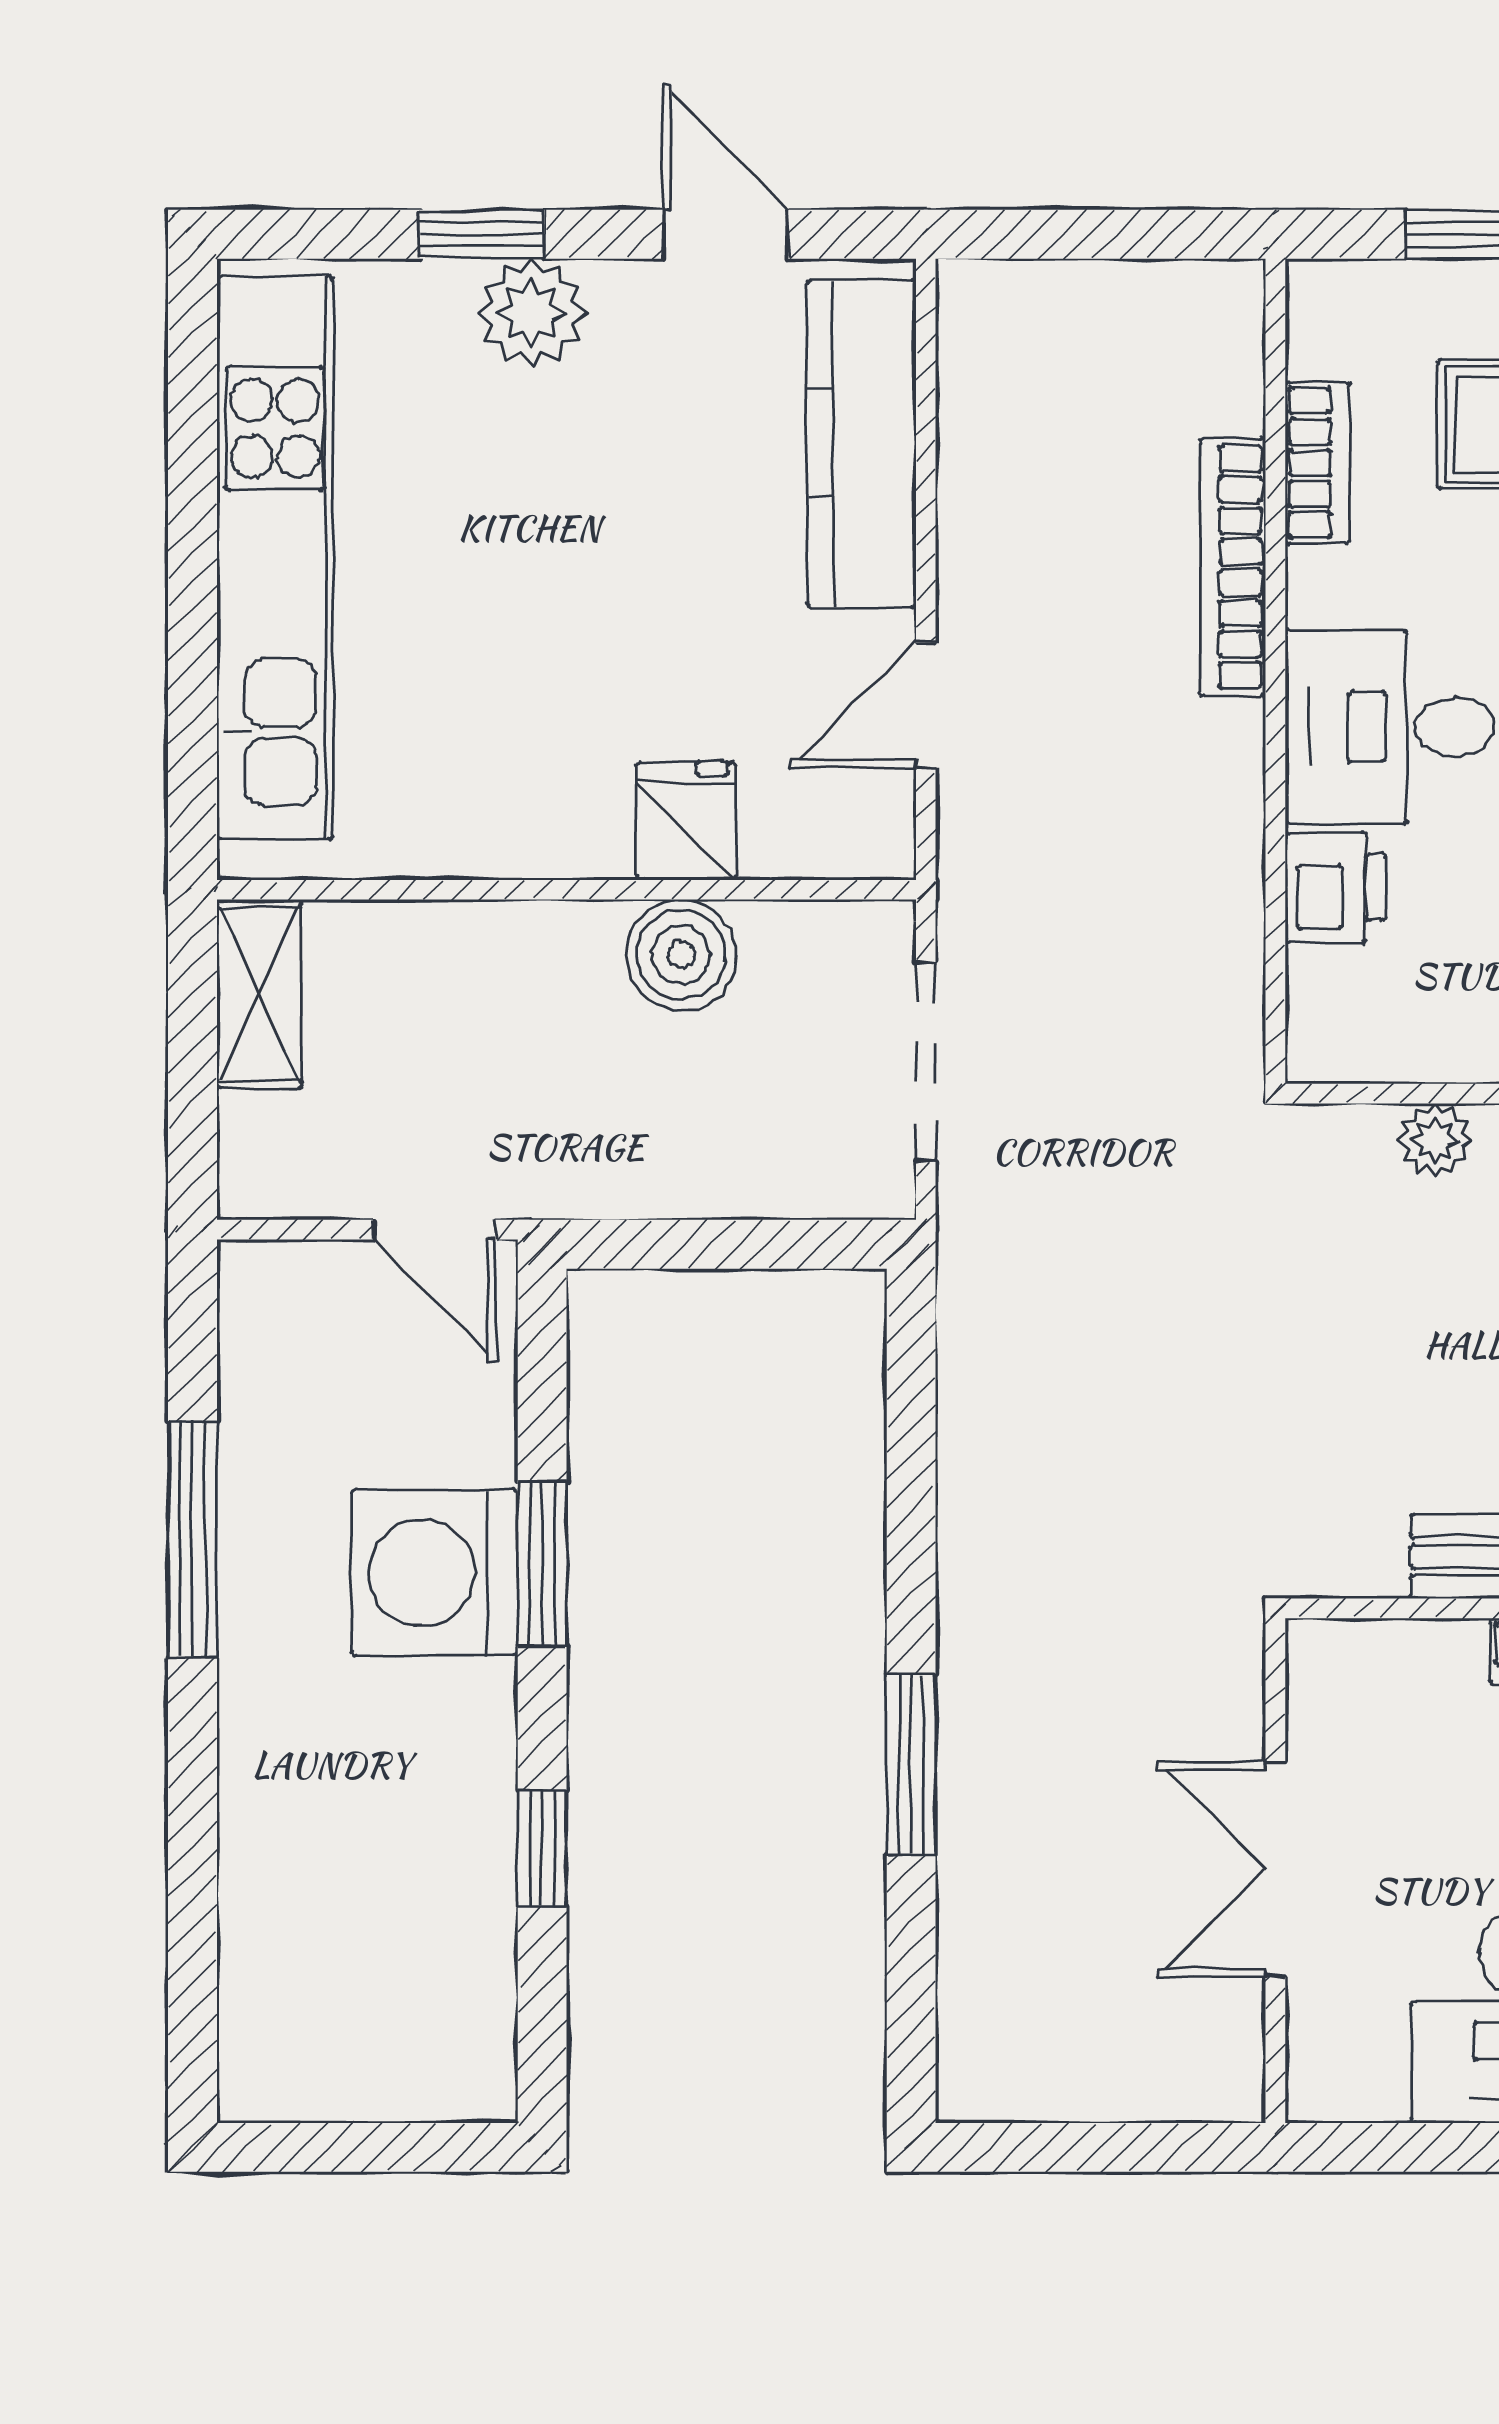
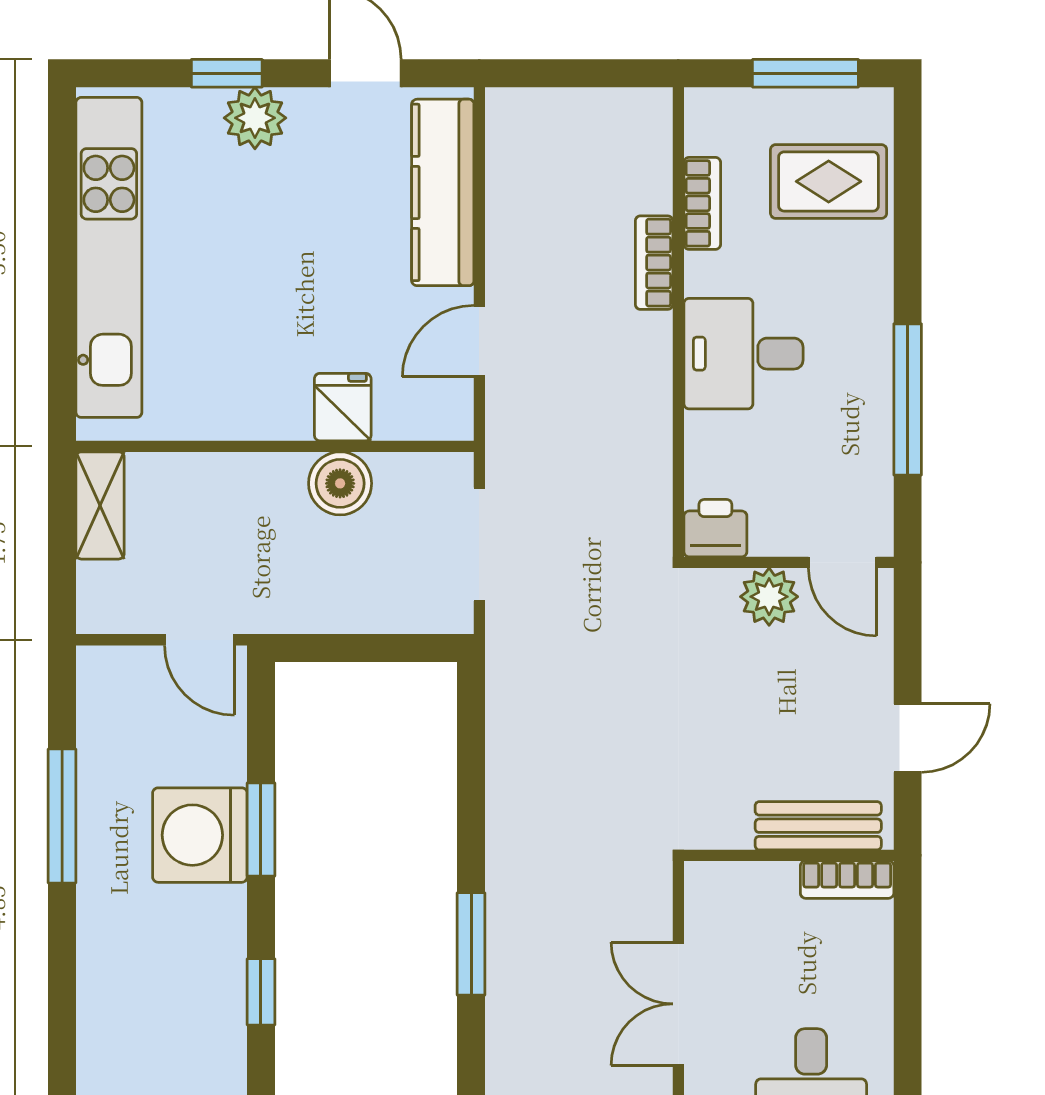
bookcase: (1233, 567) -> (654, 263), width x0.64
printer: (1335, 887) -> (715, 528), moved, turned -90
plant: (1435, 1140) -> (769, 597), width x1.38, depth x1.38

